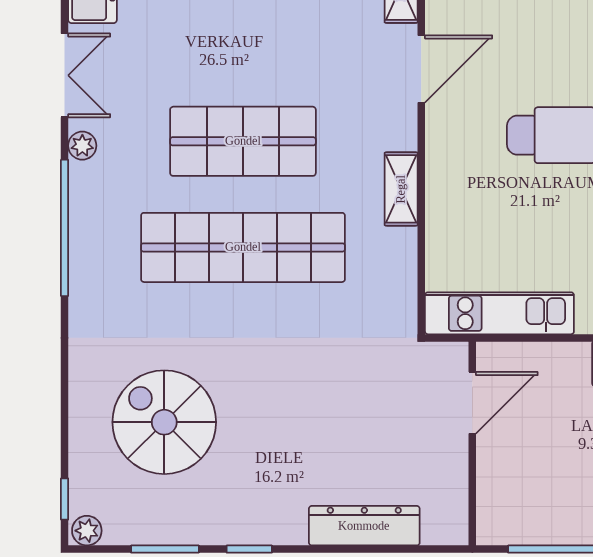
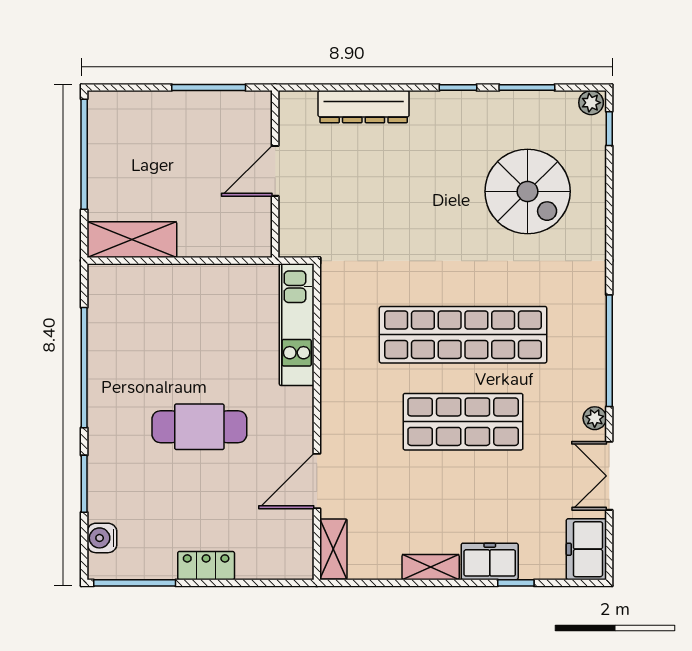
shelving: (401, 189) -> (333, 383), removed
kitchen unit: (499, 313) -> (297, 325), moved, turned 90
door: (472, 403) -> (275, 171), moved

